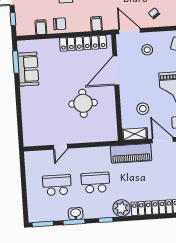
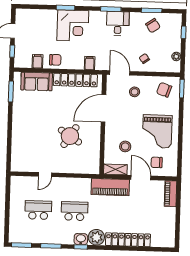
sofa: (28, 69) -> (37, 81), moved, turned 90
round table: (83, 103) -> (70, 136), turned 33
washbasin: (76, 214) -> (81, 239), moved

